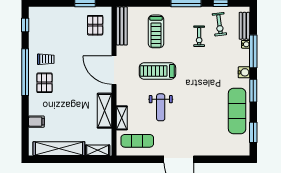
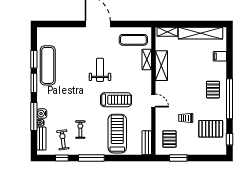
bench: (122, 26) -> (147, 143), width x0.73
treadmill: (156, 31) -> (117, 134), width x1.37, depth x1.38
pallet: (47, 37) -> (211, 129), added
trolley: (46, 59) -> (186, 118), moved
door: (114, 70) -> (153, 101), width x0.53
water cooler: (244, 72) -> (42, 114), moved
weight bench: (161, 107) -> (100, 70), moved
window: (253, 132) -> (34, 59), moved

